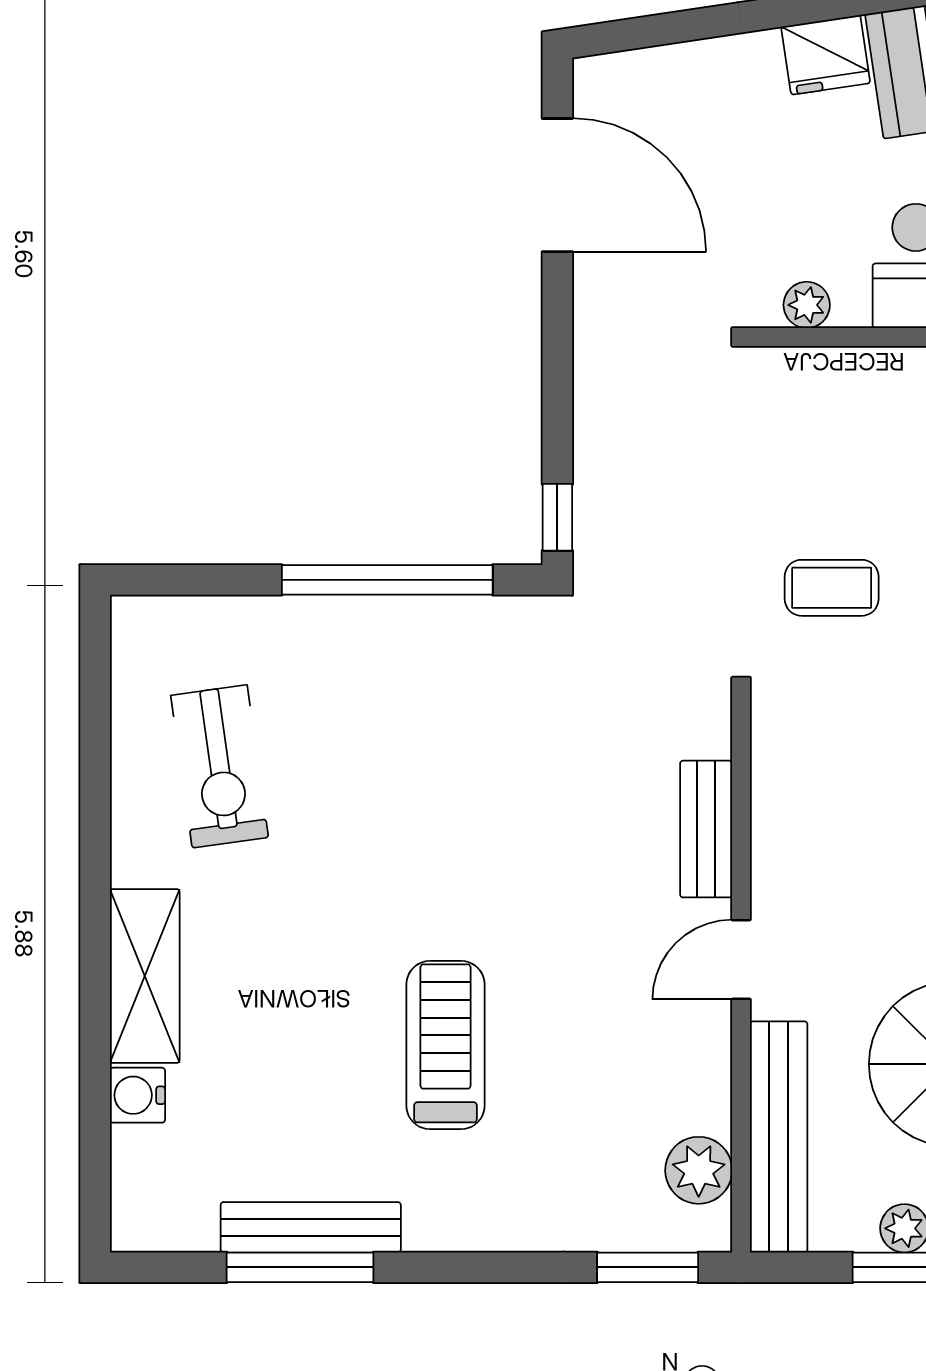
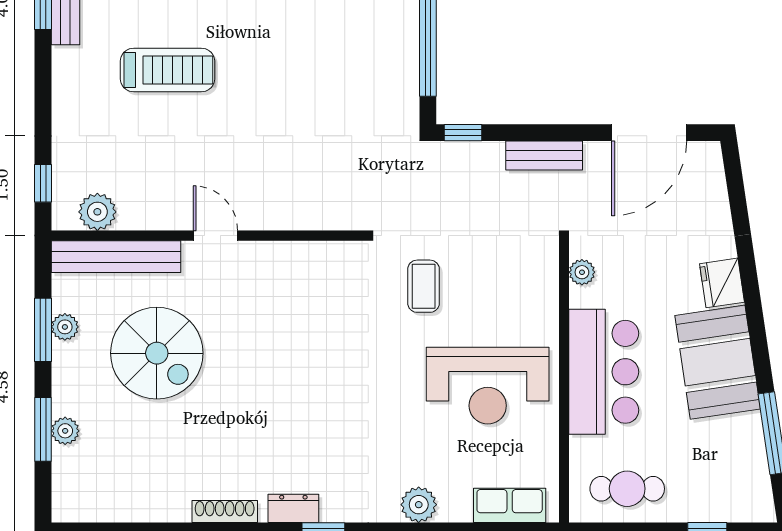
bench: (706, 829) -> (544, 156), moved
window: (648, 1267) -> (43, 183), width x0.67

